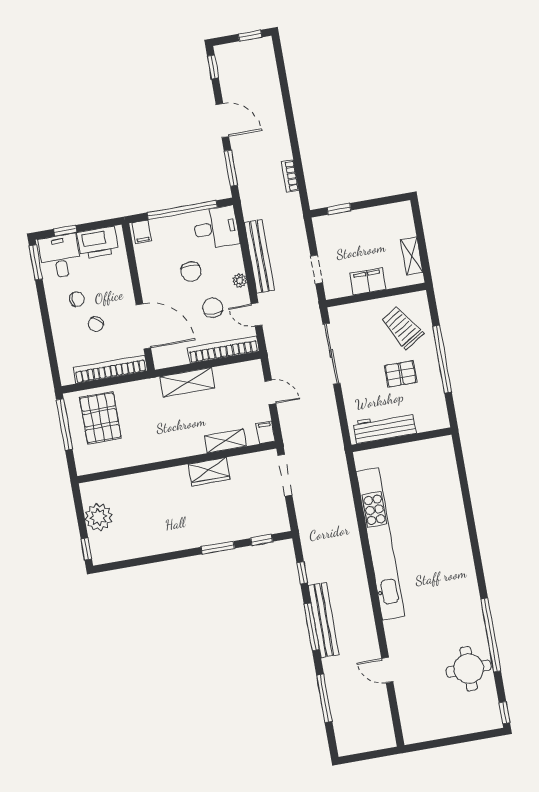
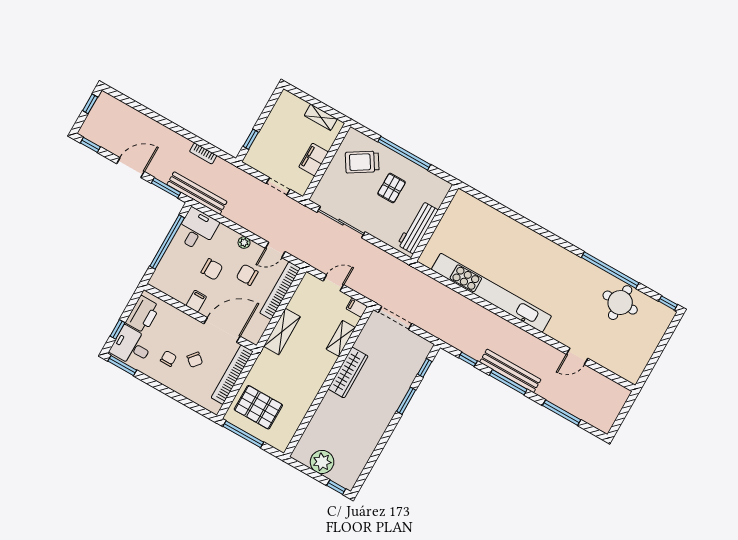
filing cabinet: (142, 232) -> (196, 301), moved, turned -90
bench: (259, 256) -> (197, 193), moved
wardrobe: (209, 472) -> (348, 373), width x1.50

